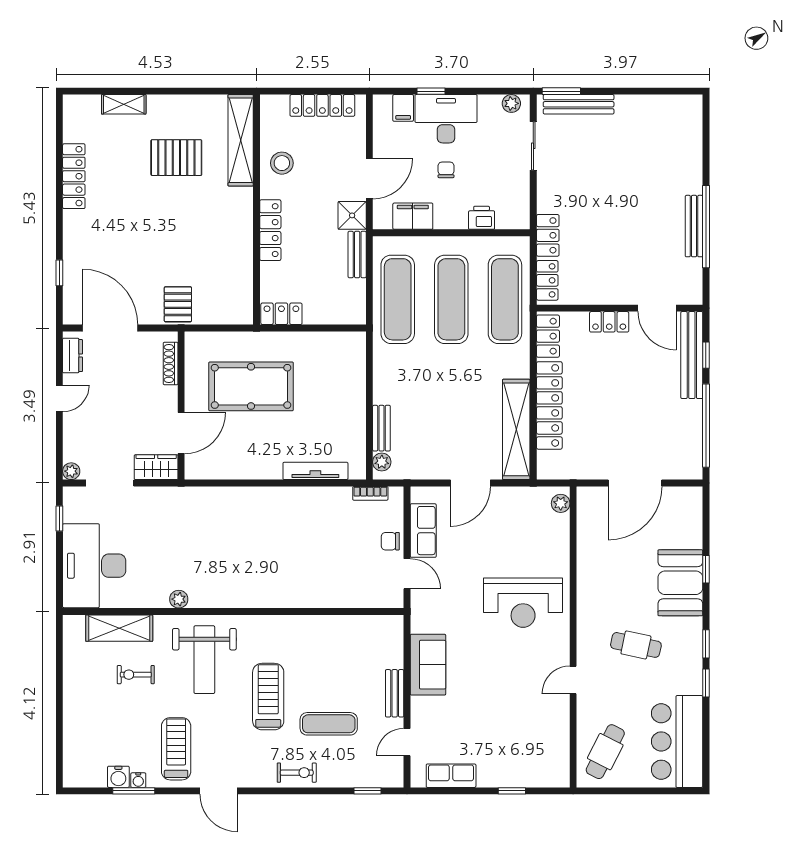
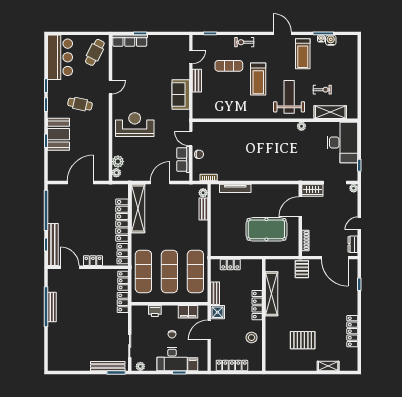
shelving: (241, 140) -> (272, 294), moved
locker: (281, 314) -> (230, 265), moved
plant: (558, 526) -> (118, 162), added
row of seats: (451, 776) -> (130, 41), moved, width x1.48

